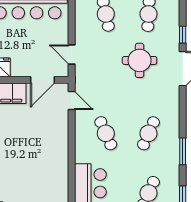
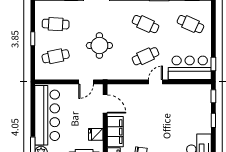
round table: (140, 60) -> (99, 45), moved
door: (72, 101) -> (155, 82), moved

